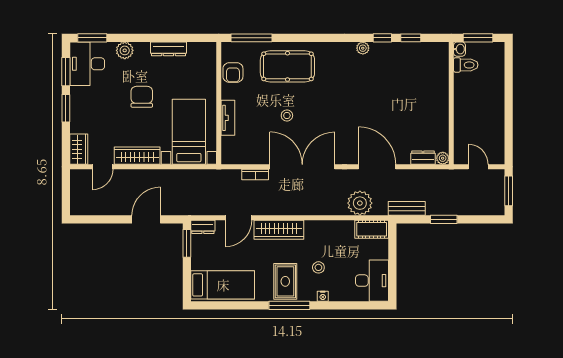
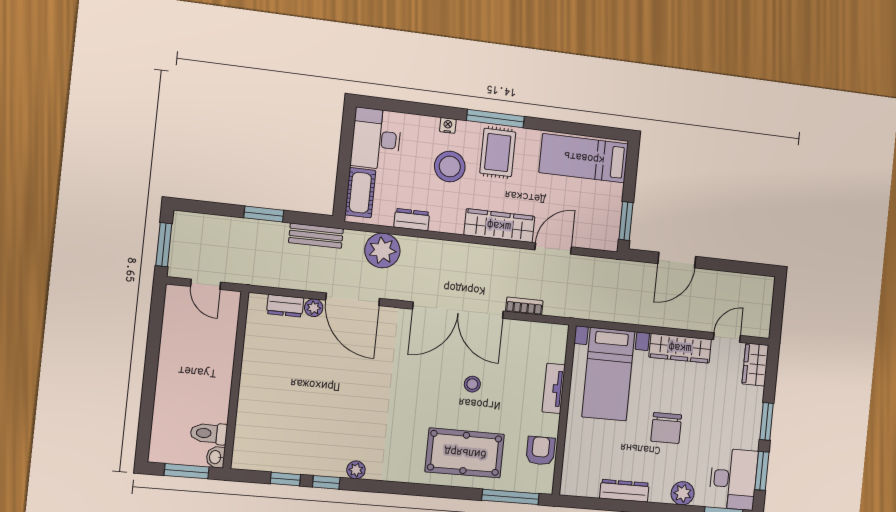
plant: (443, 158) -> (314, 308), moved
dresser: (203, 227) -> (412, 220), moved
cot: (372, 229) -> (360, 193), moved, turned 90
stool: (318, 267) -> (450, 166), width x1.89, depth x1.89

